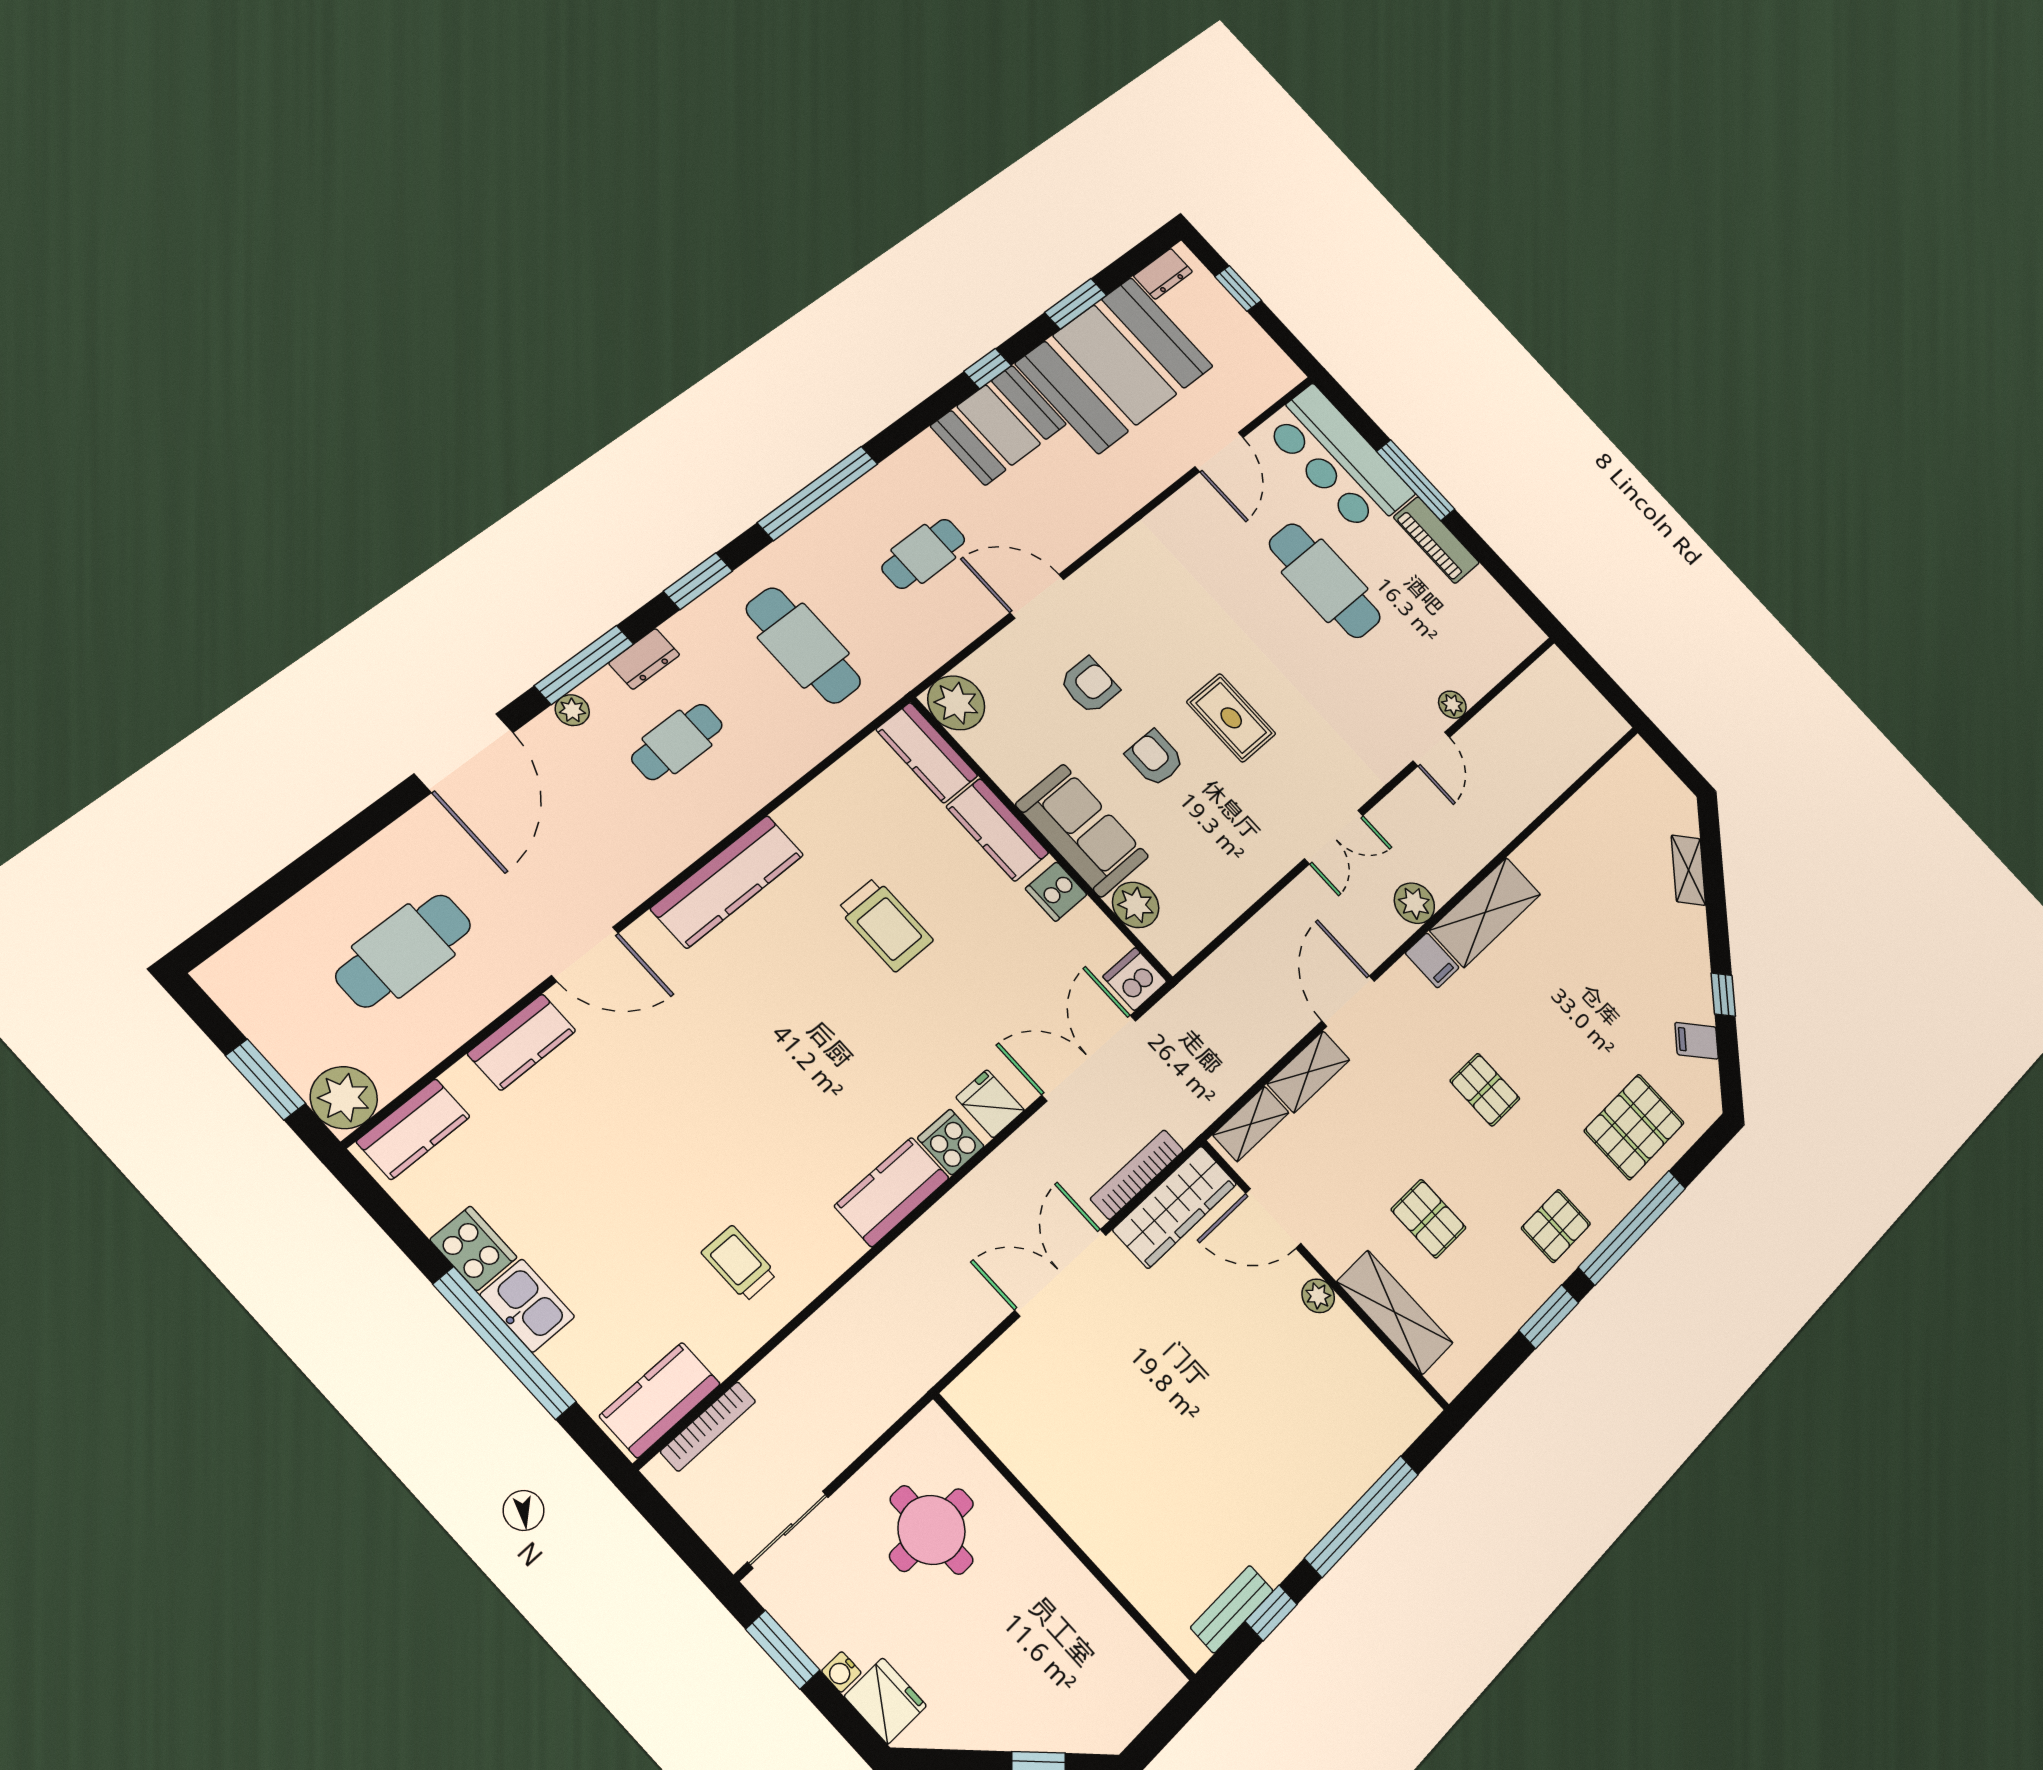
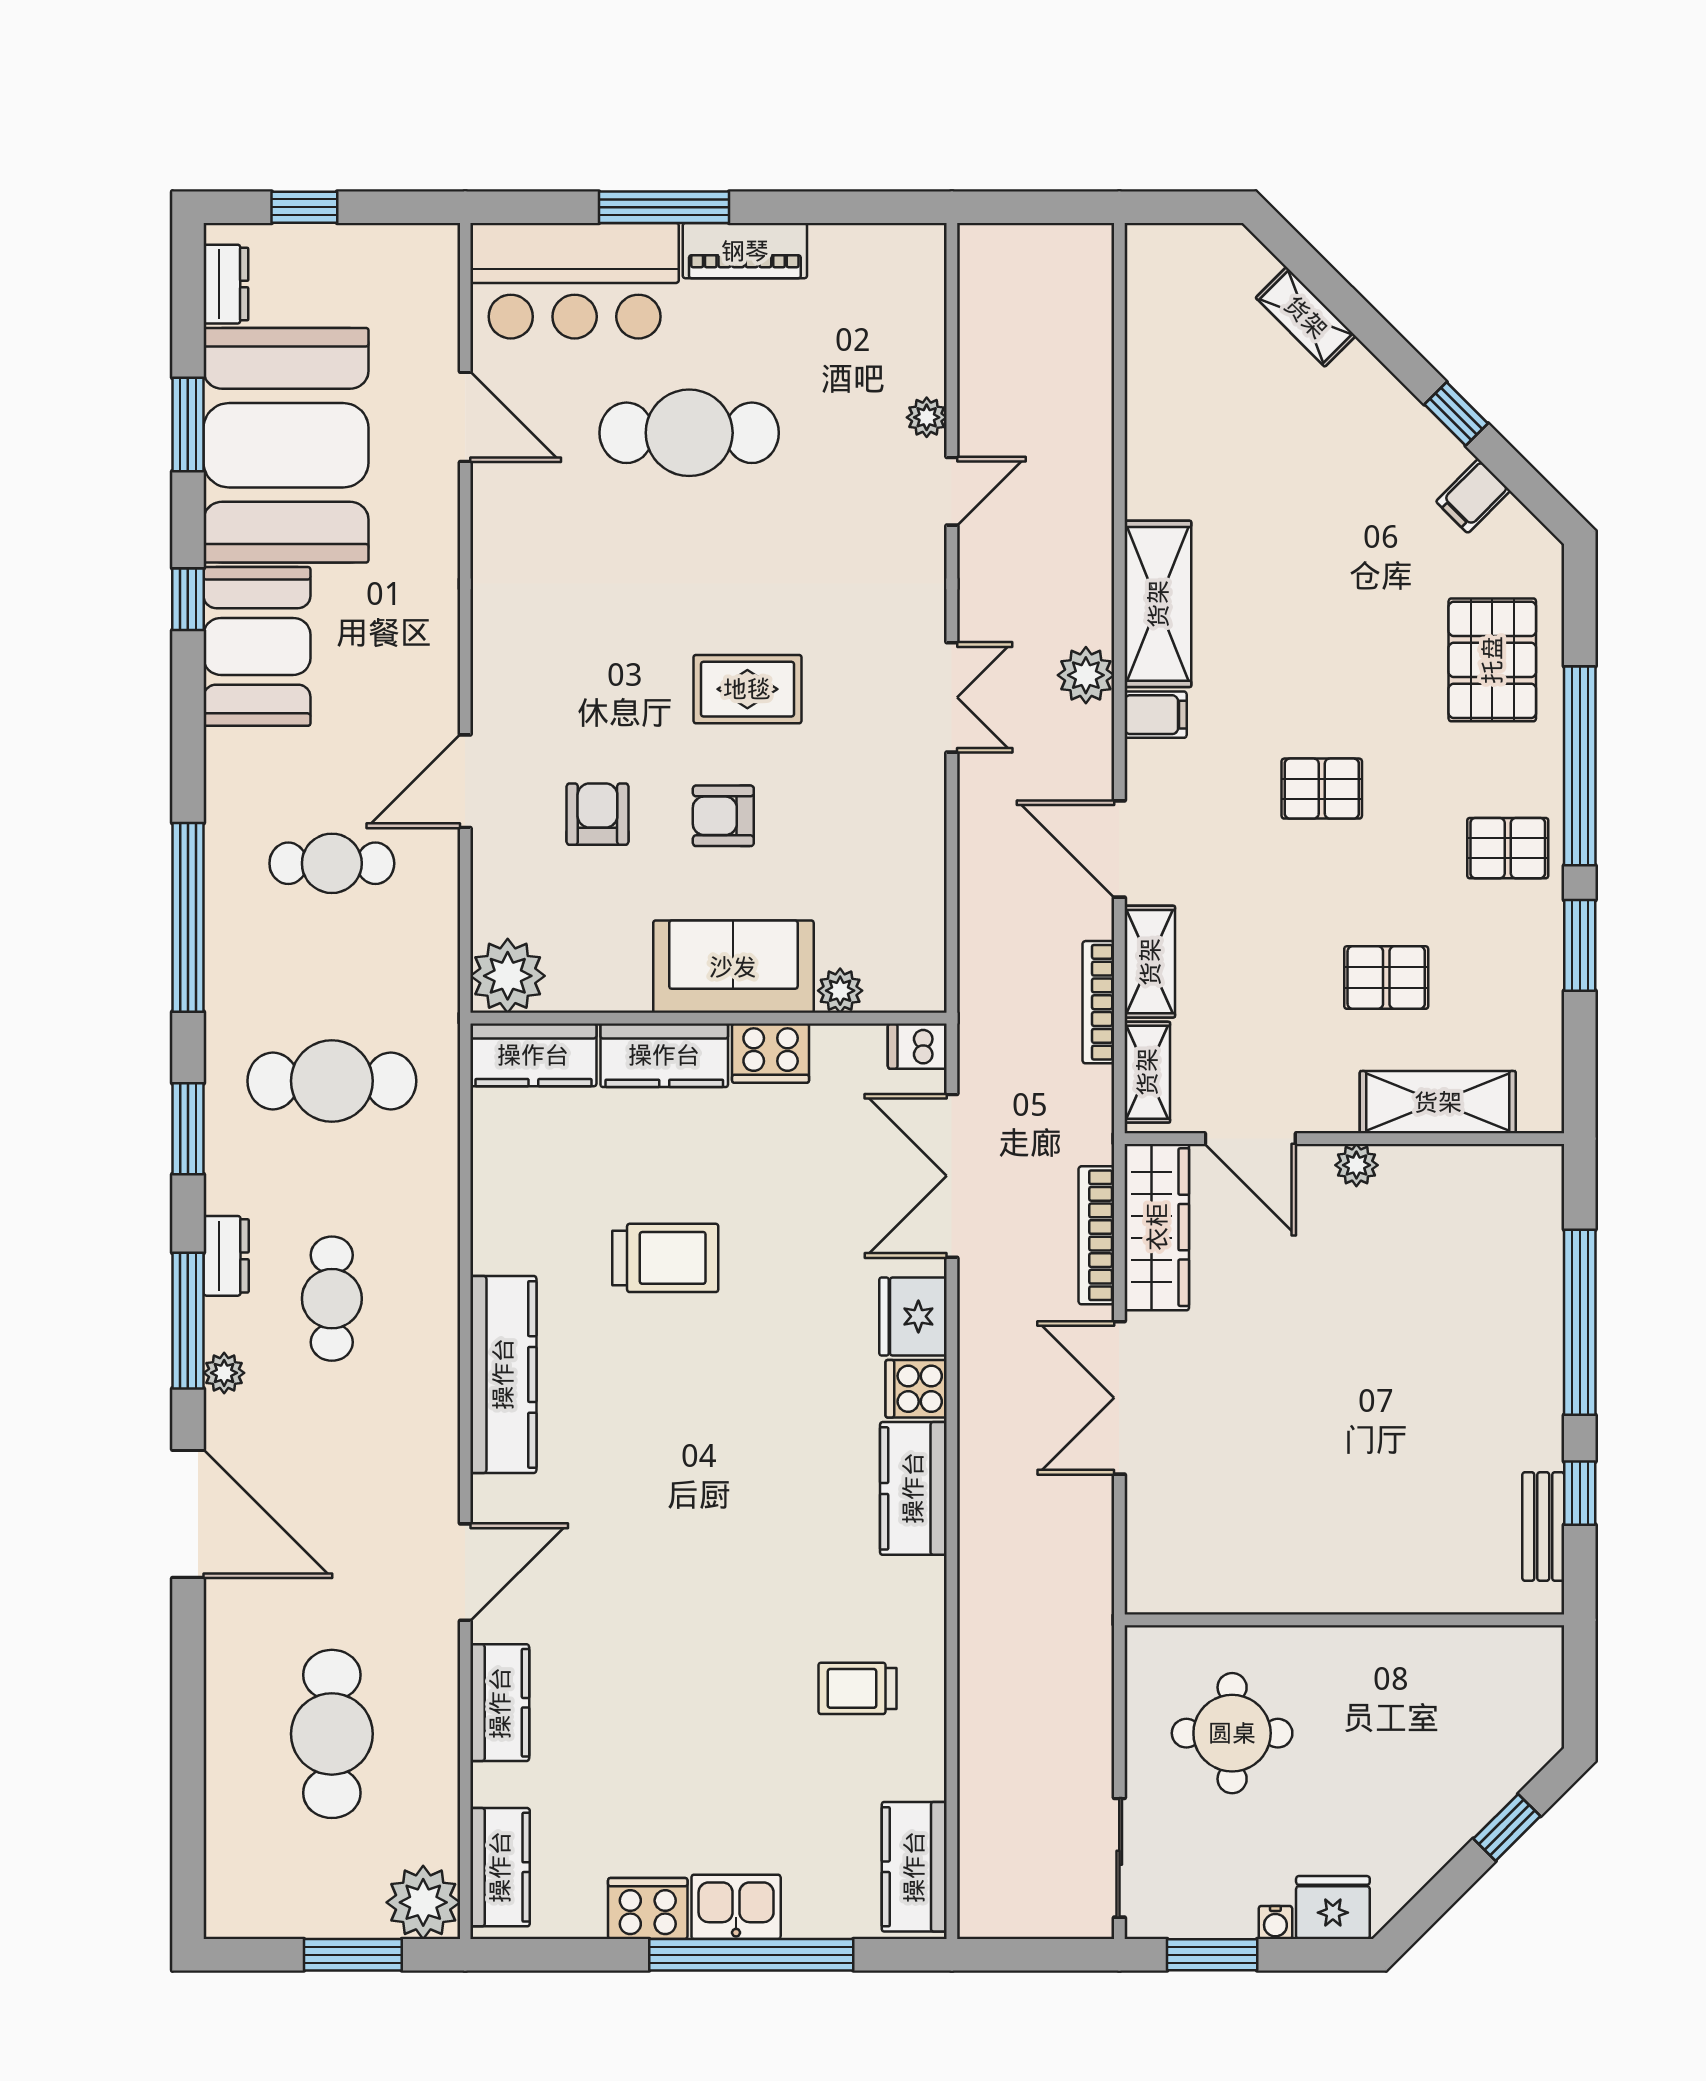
cafe table: (923, 554) -> (332, 863), turned 90
door: (1431, 749) -> (952, 491), hinge flipped
cooker: (1056, 892) -> (771, 1053), width x1.36
plant: (1136, 905) -> (840, 991), width x0.73, depth x0.73
dishwasher: (1135, 979) -> (917, 1046), width x0.73
fridge: (990, 1104) -> (913, 1316), width x1.38
door: (1273, 1218) -> (1250, 1139), hinge flipped
pallet: (1556, 1226) -> (1508, 848), turned 90
bookcase: (708, 1426) -> (1098, 1002), moved, turned 180

